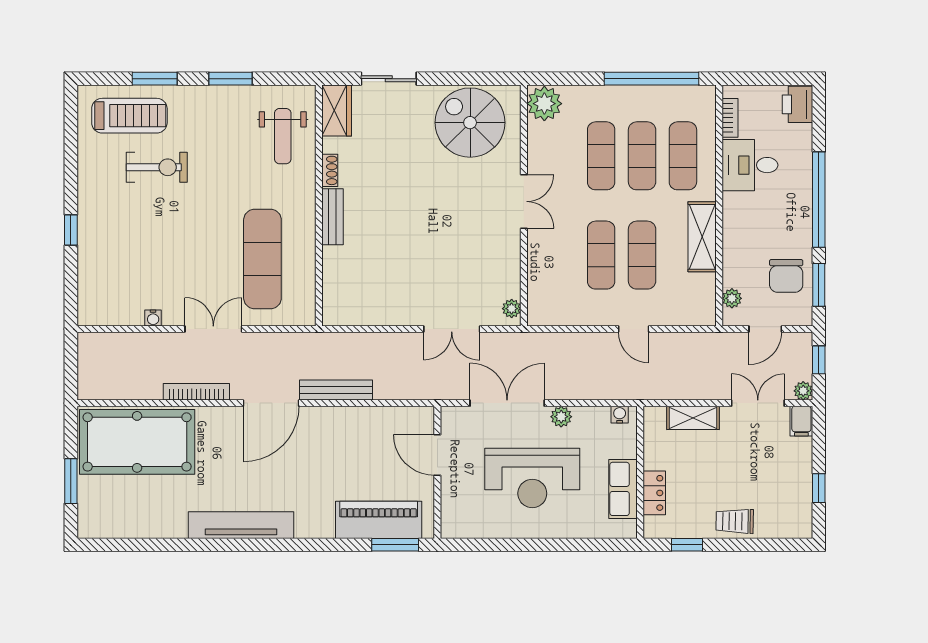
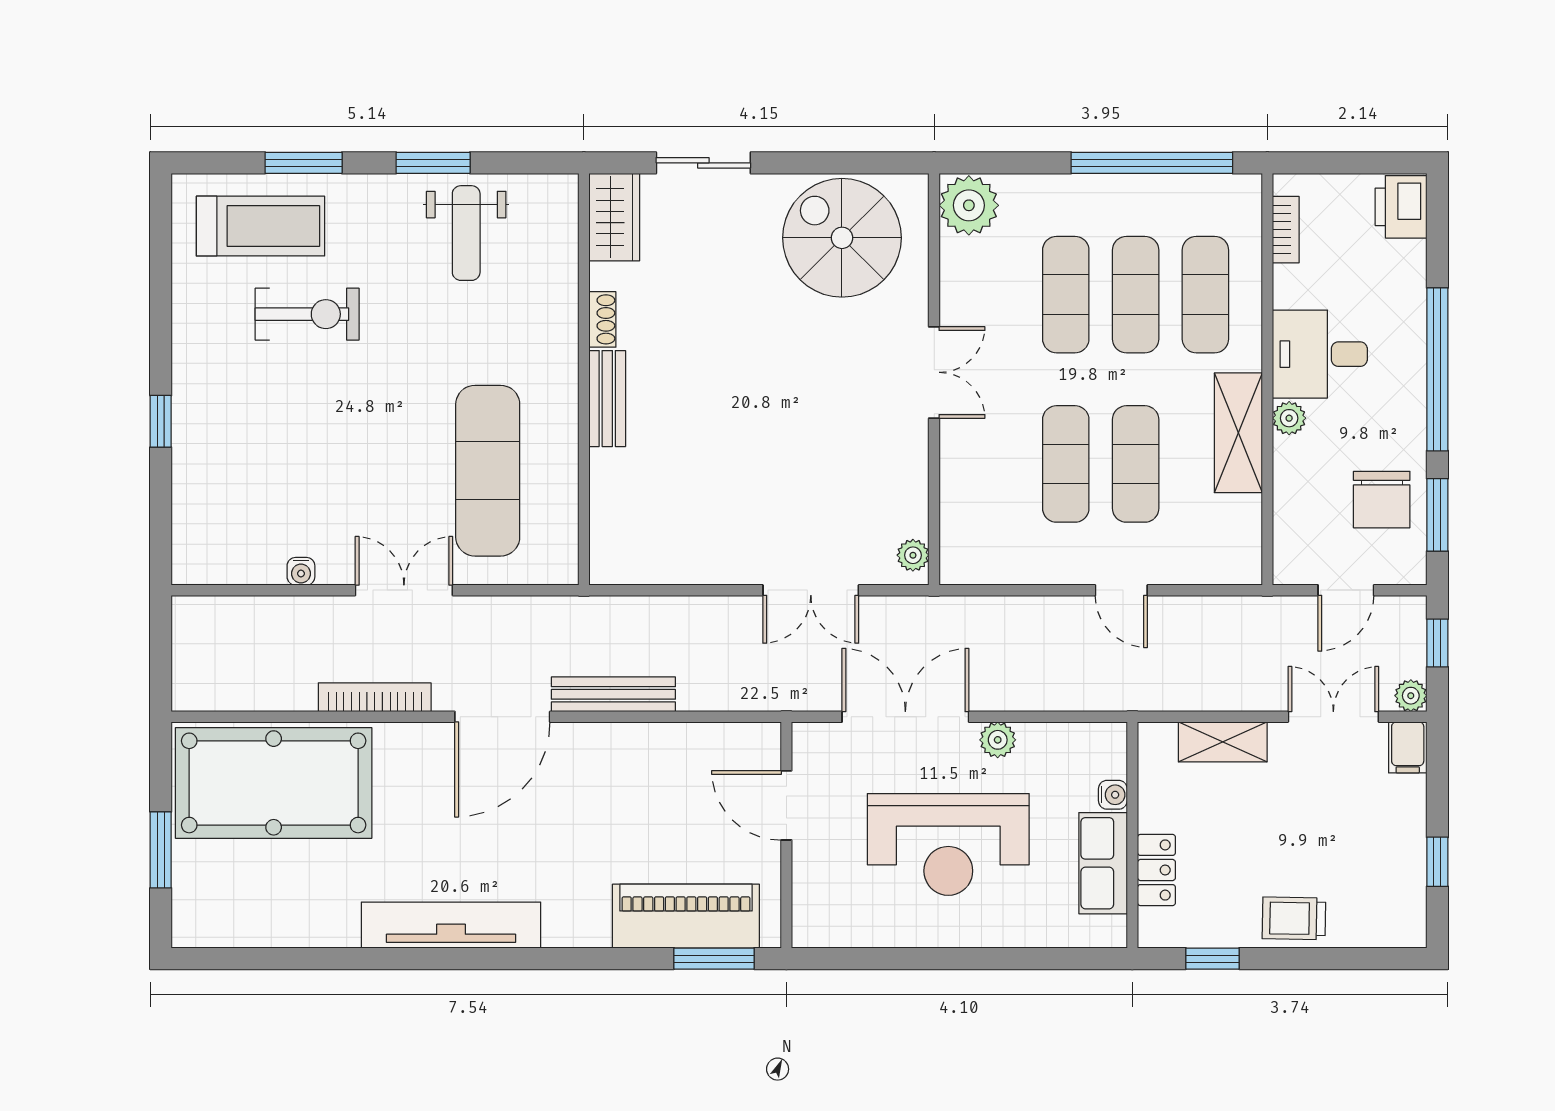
weight bench: (283, 136) -> (466, 233), moved
desk: (750, 165) -> (1320, 354), moved
plant: (732, 298) -> (1289, 418), moved
water cooler: (620, 415) -> (1113, 795), moved, turned 90

